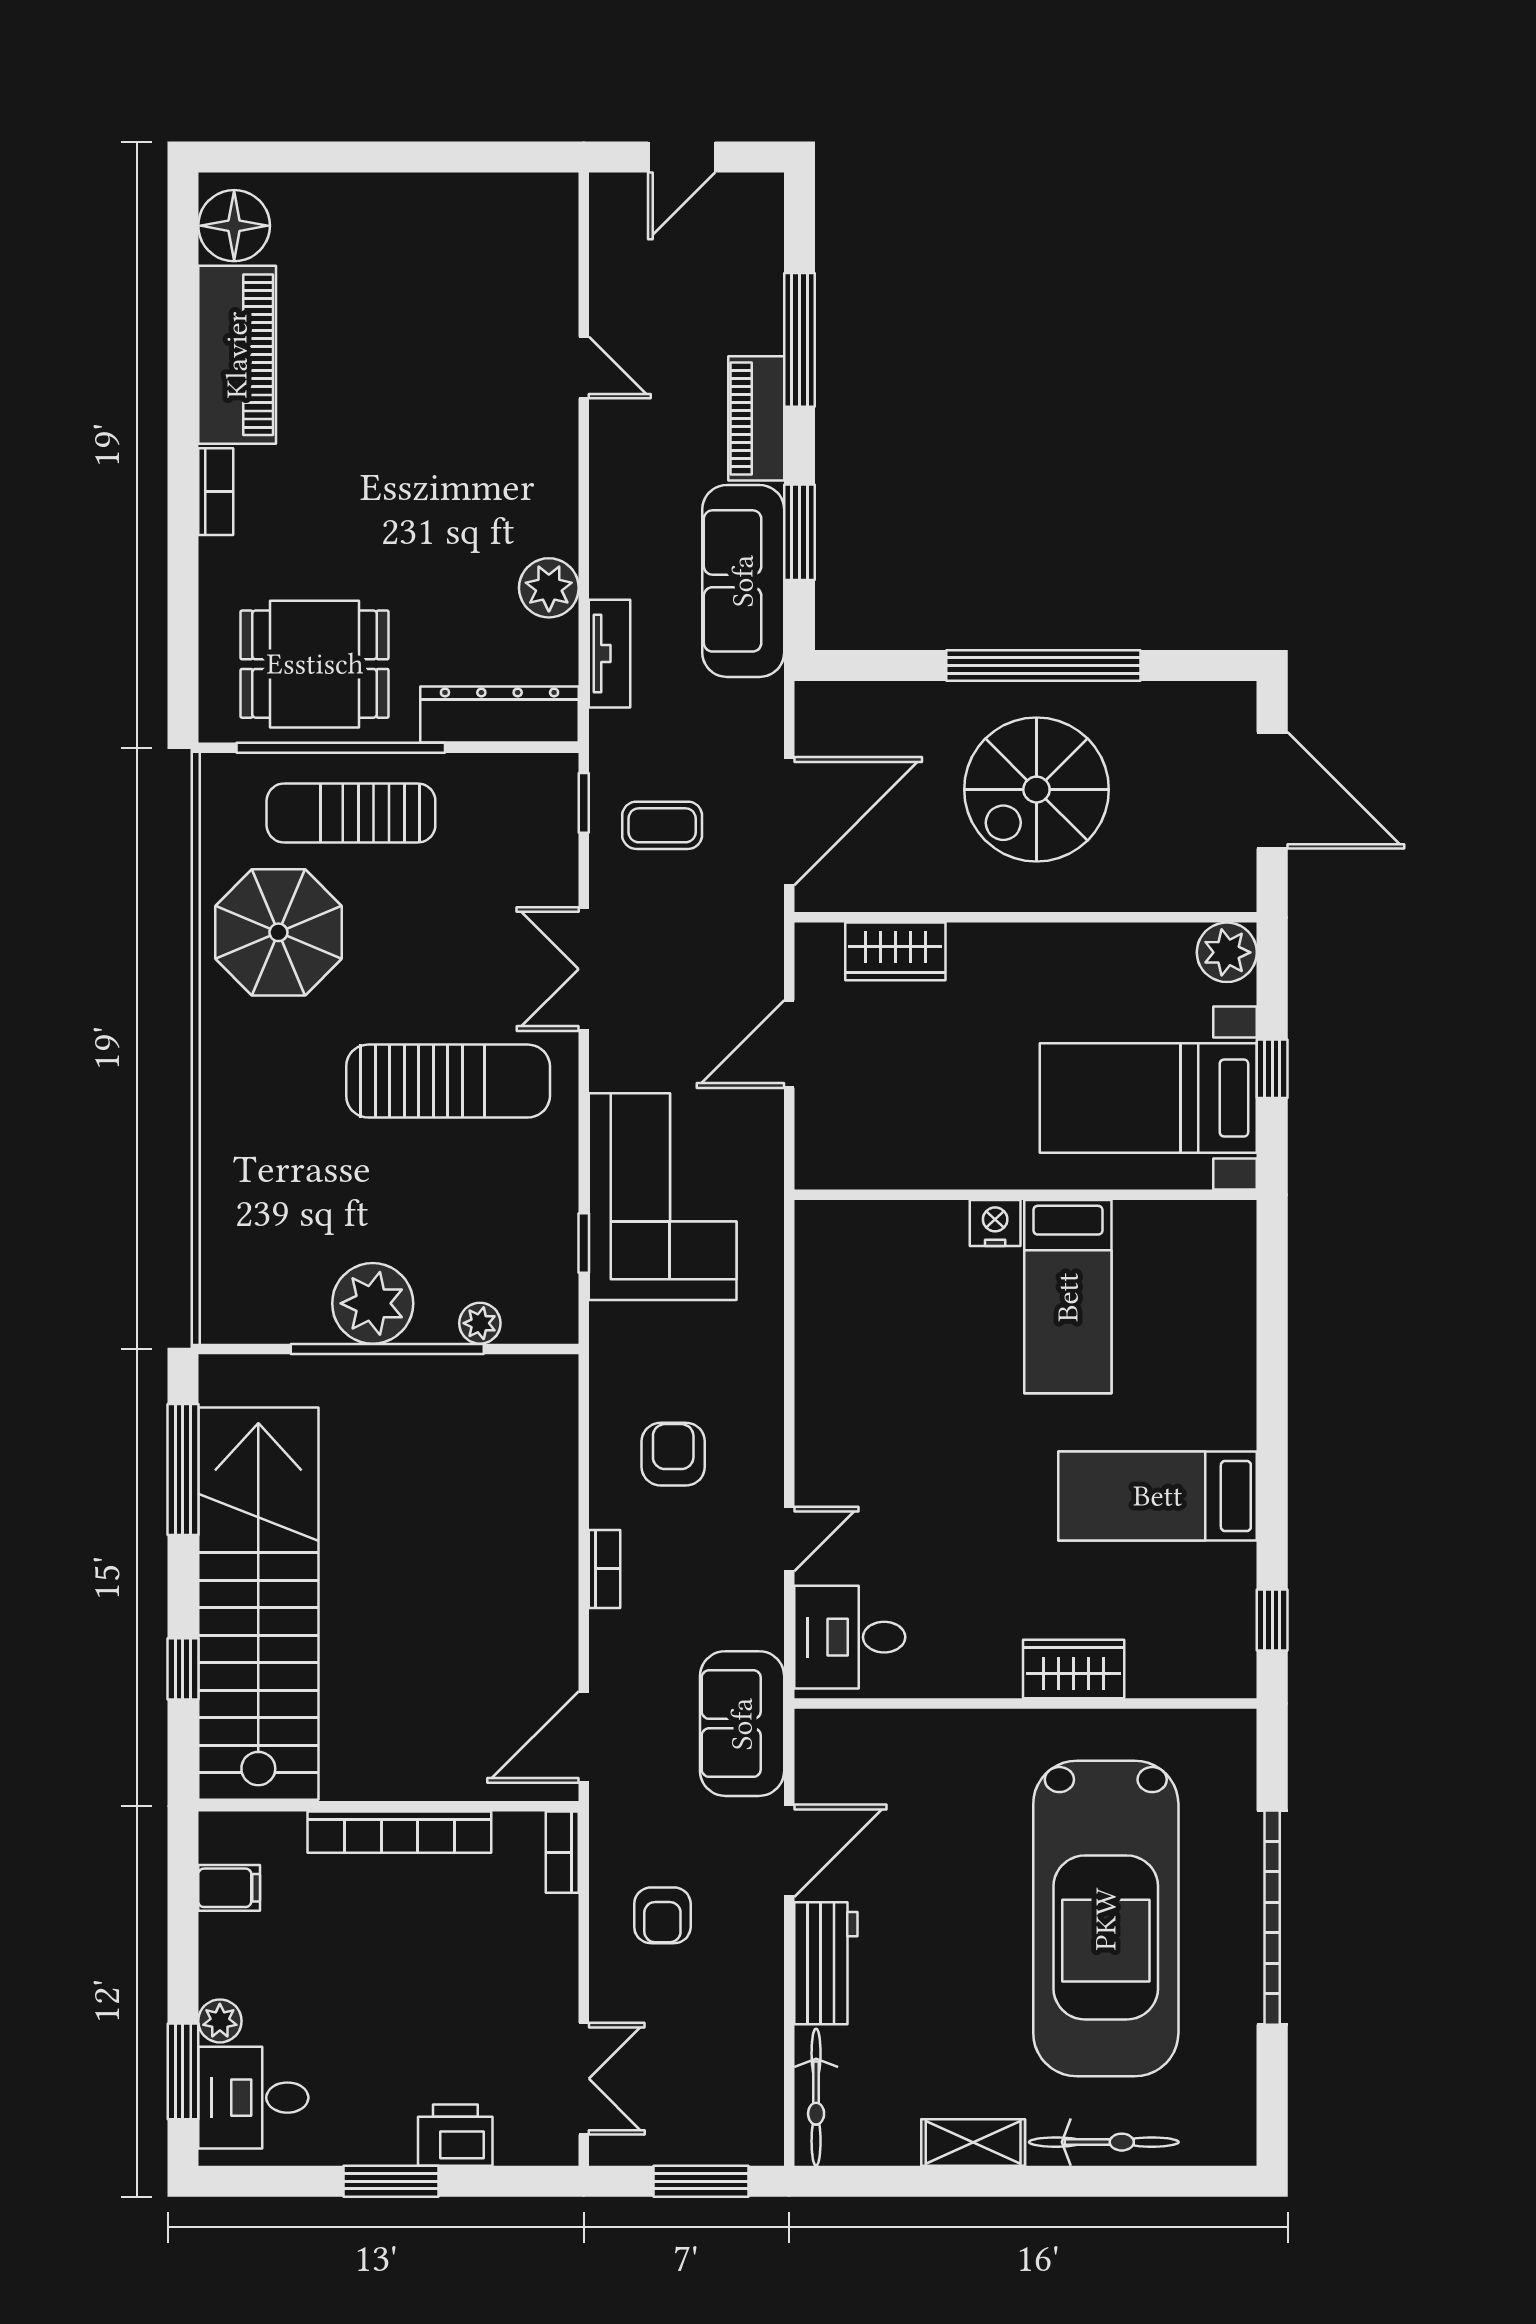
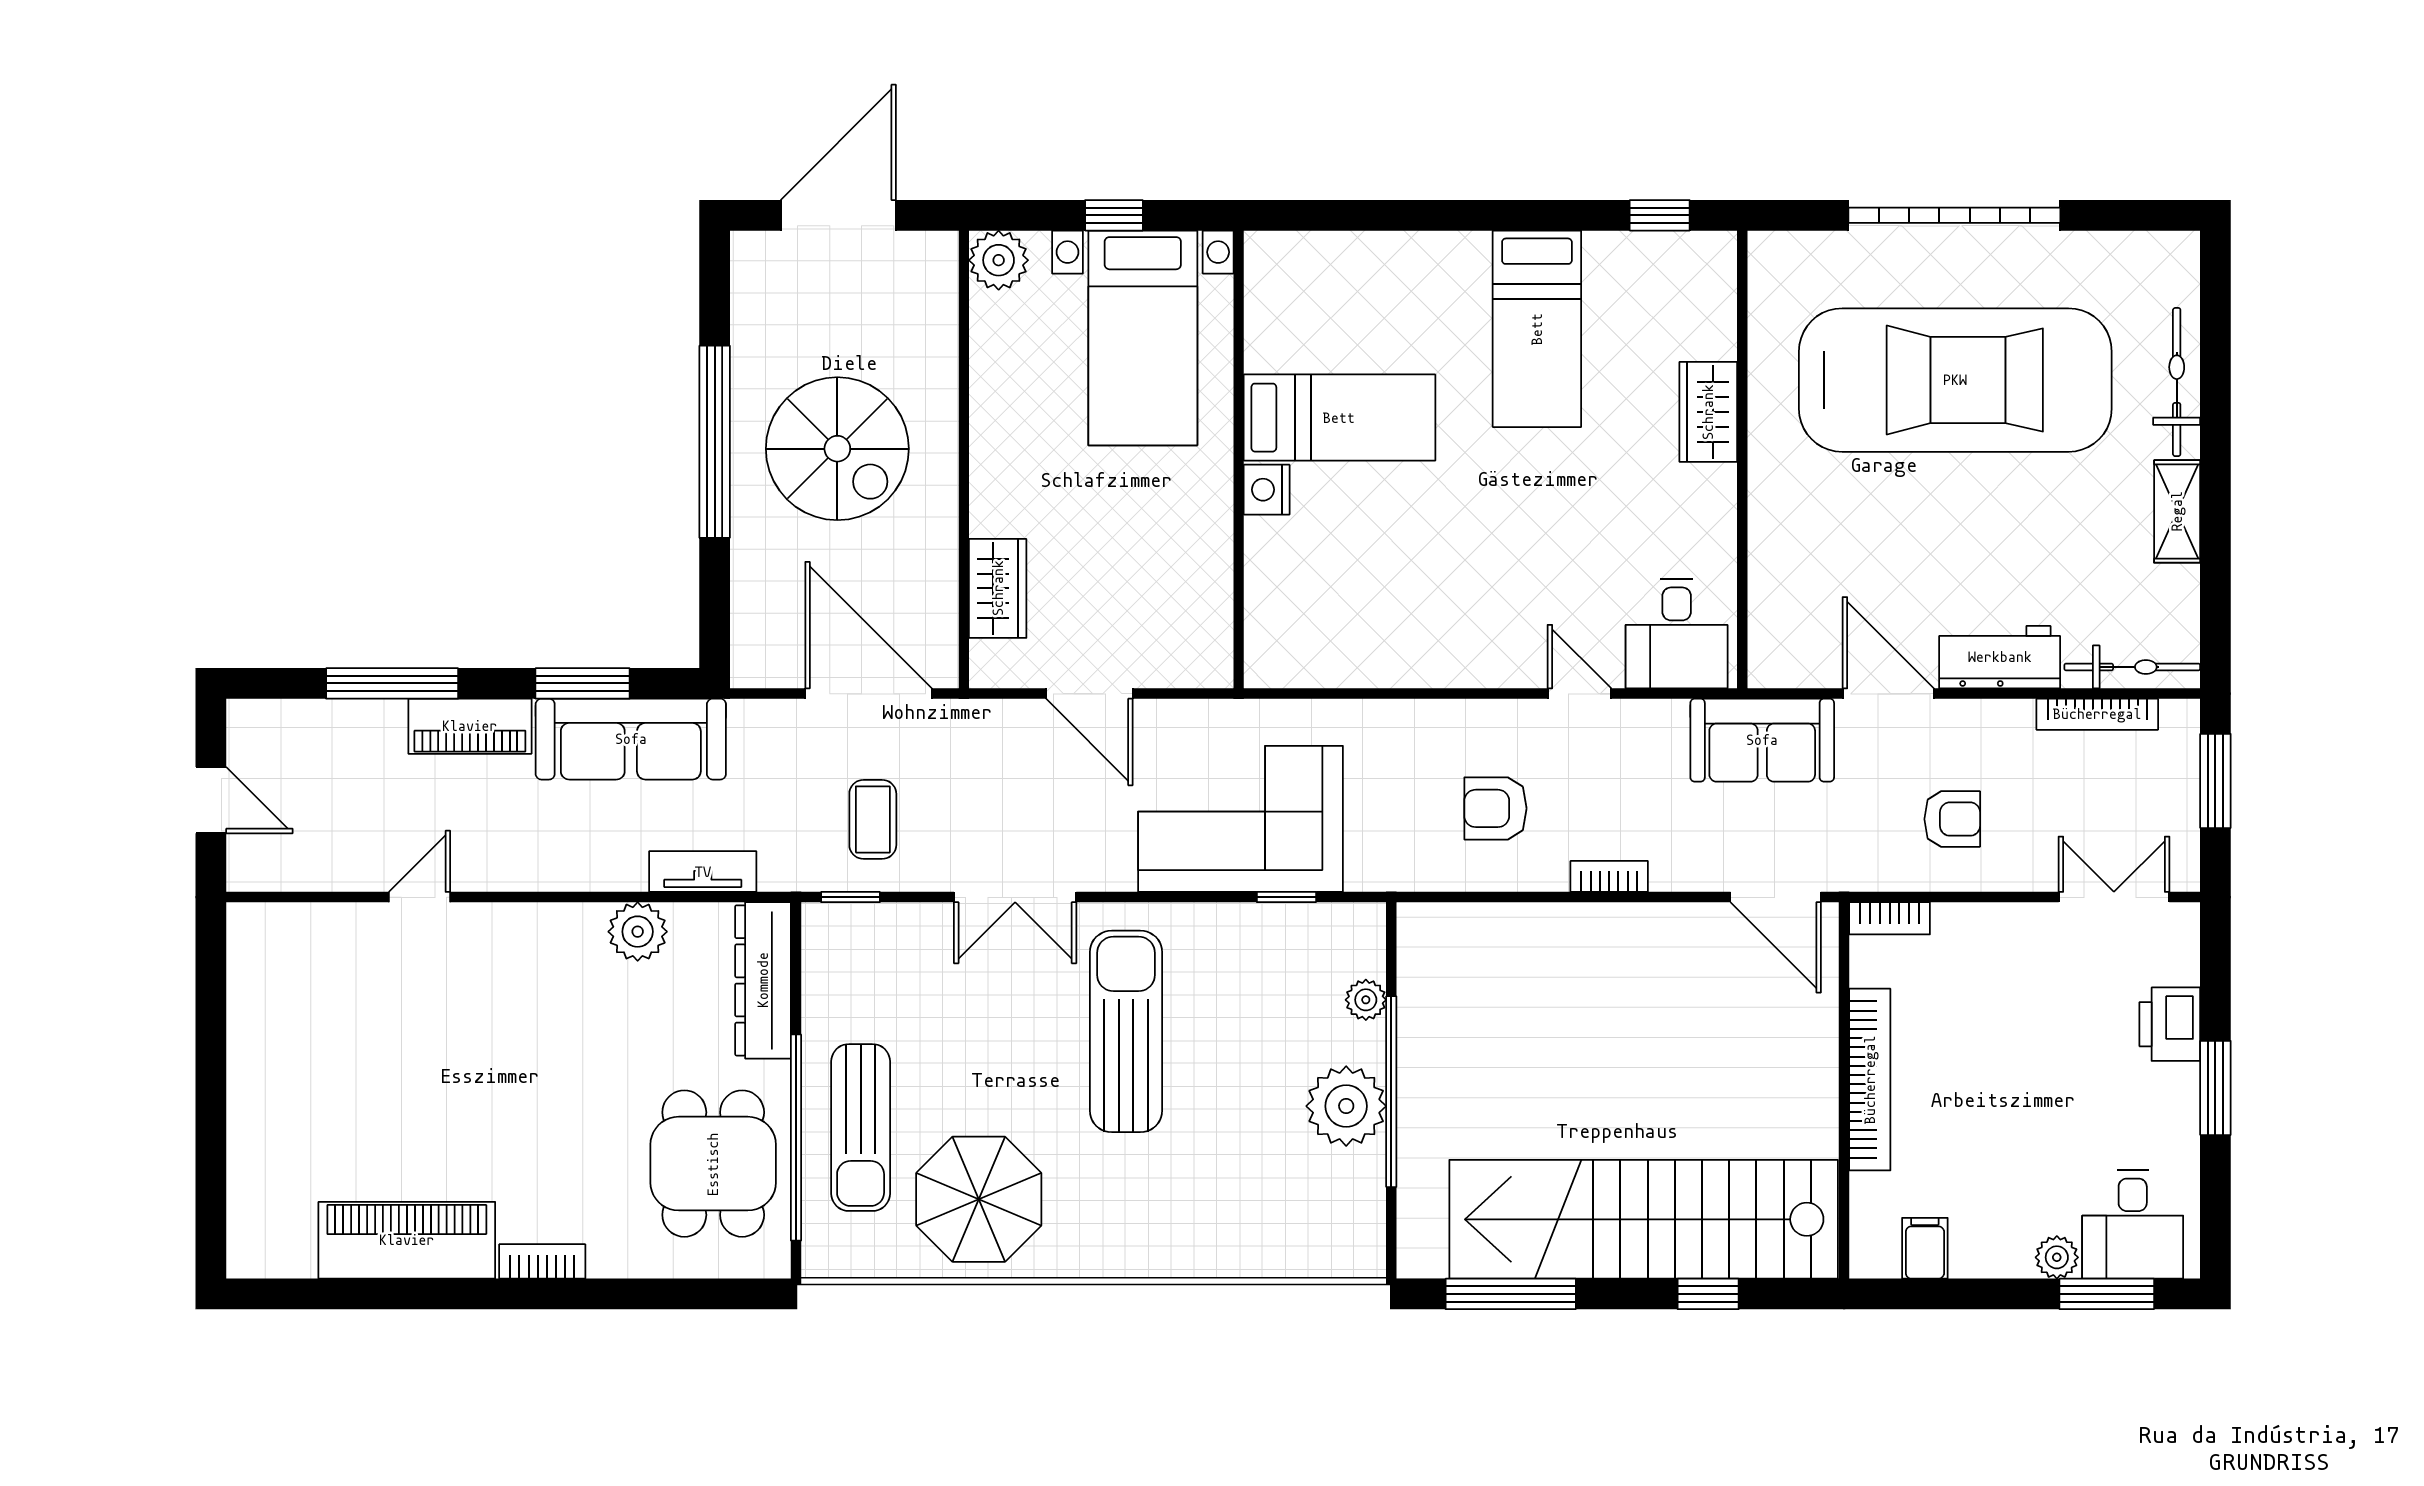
floor lamp: (234, 226) -> (279, 1243), removed
bookcase: (768, 2062) -> (2097, 714), added

